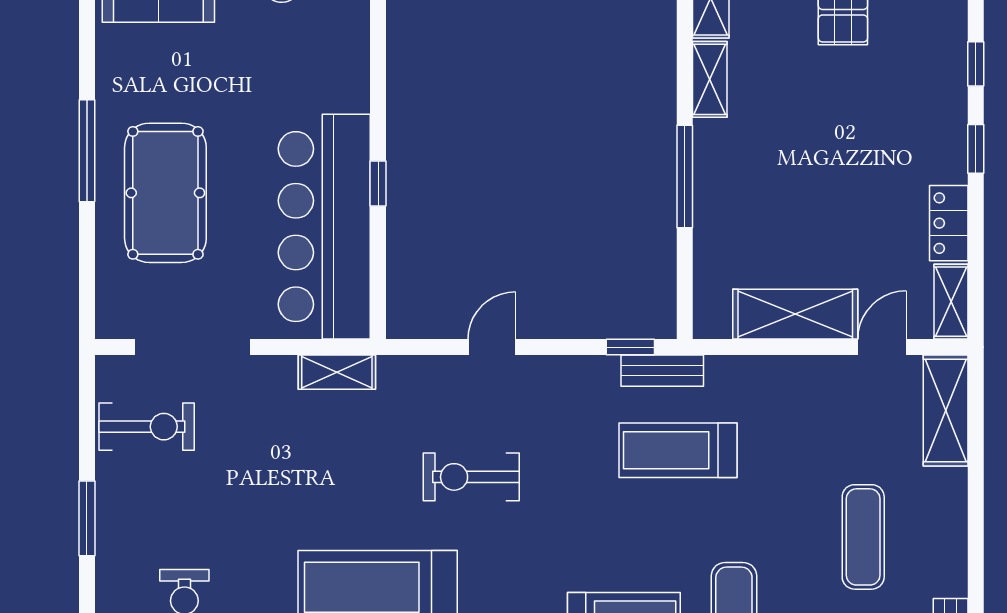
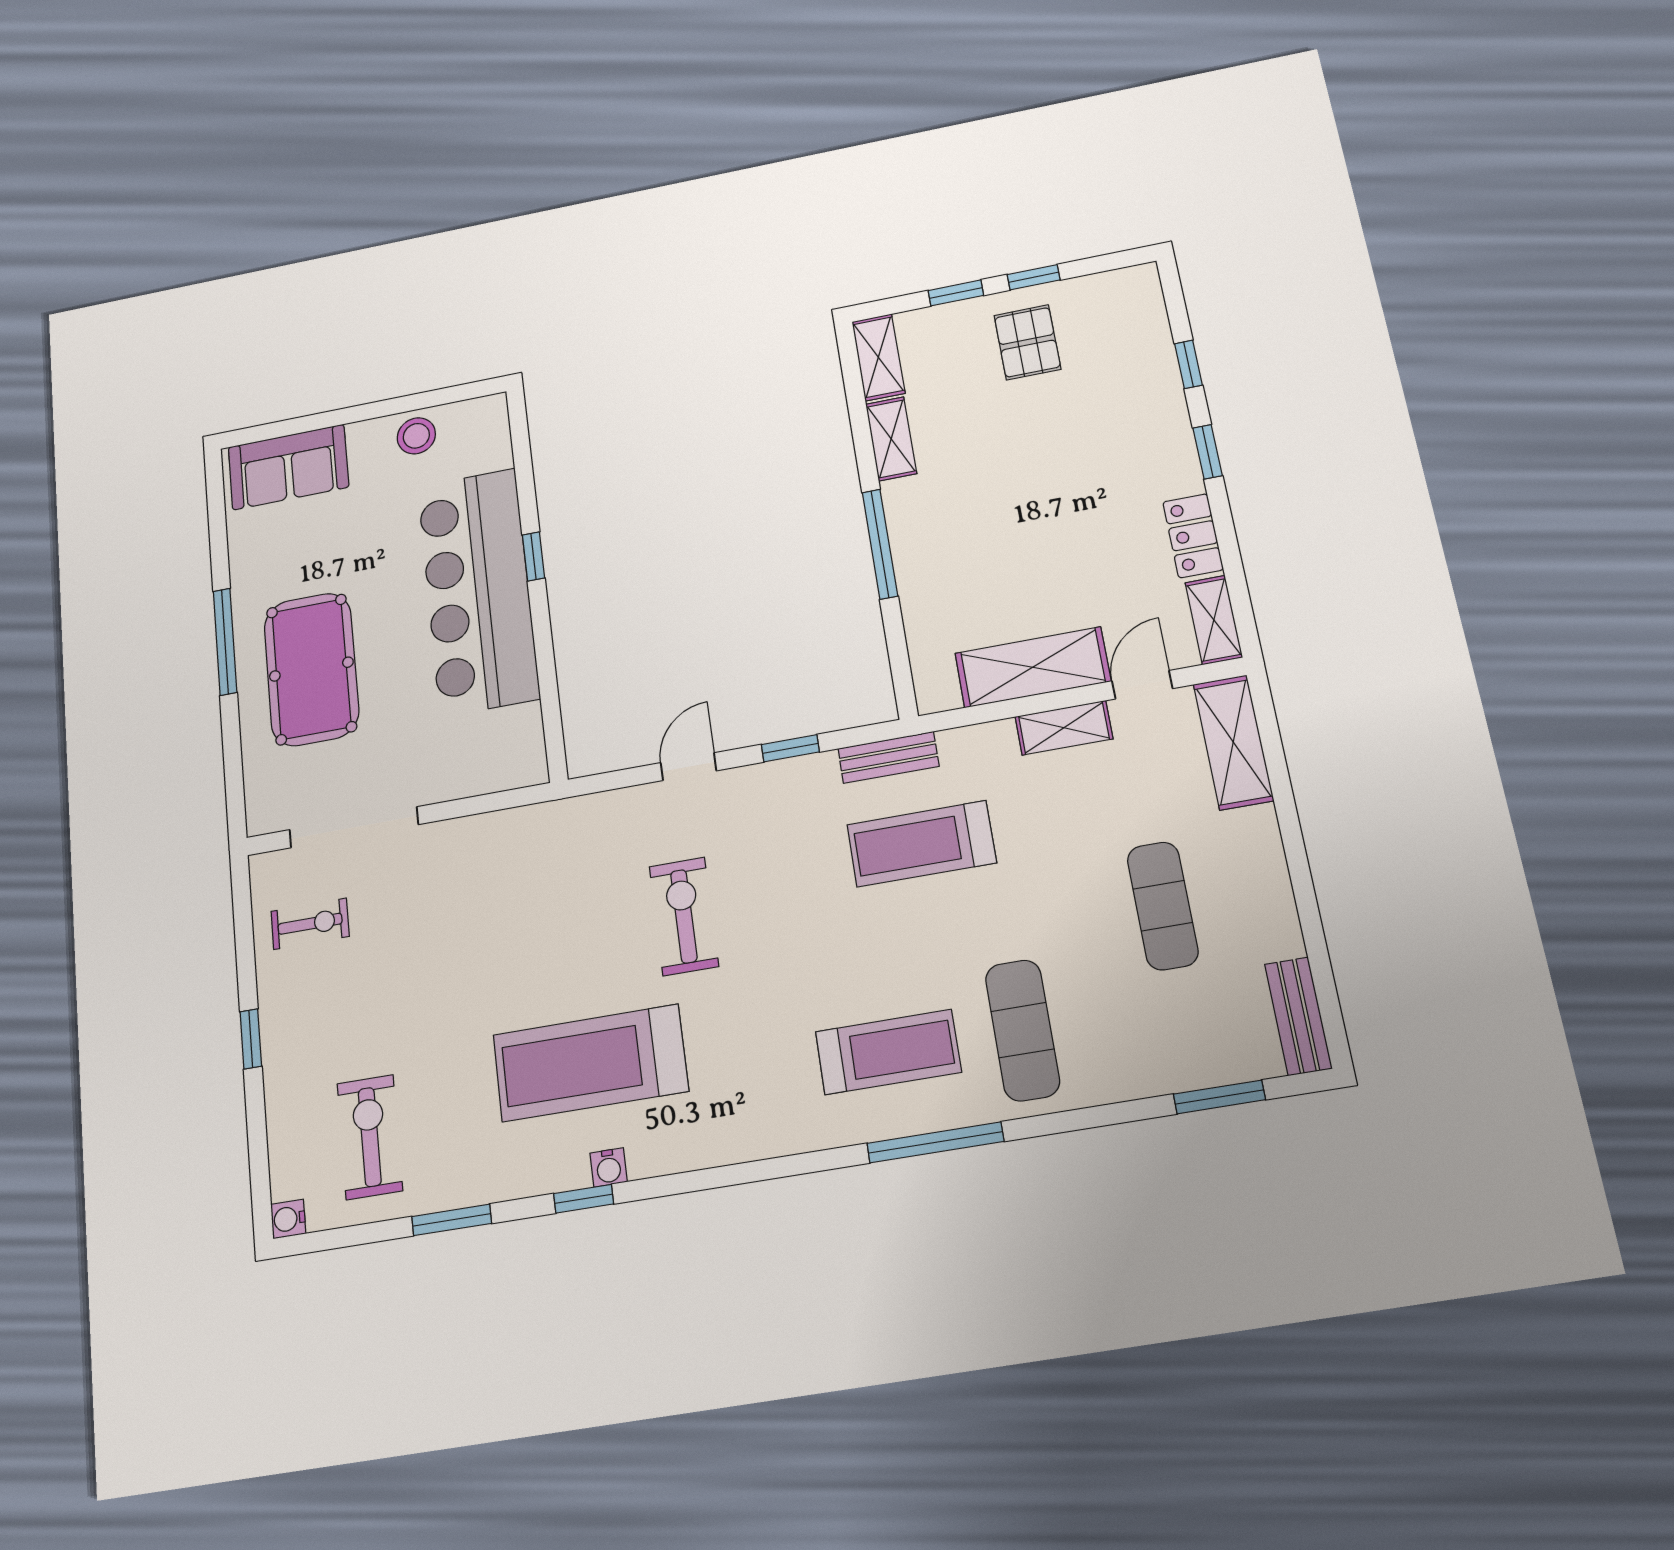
window: (378, 184) -> (534, 556), moved
bar counter: (324, 227) -> (478, 591), moved
window: (630, 347) -> (790, 748), moved
shelving: (337, 372) -> (1064, 728), moved
exercise bike: (147, 427) -> (310, 924), width x0.73, depth x0.72
exercise bike: (471, 477) -> (684, 916), turned 90
window: (87, 518) -> (251, 1039), width x0.67

